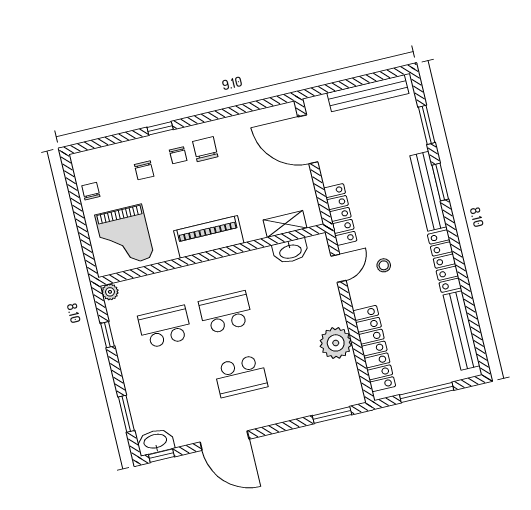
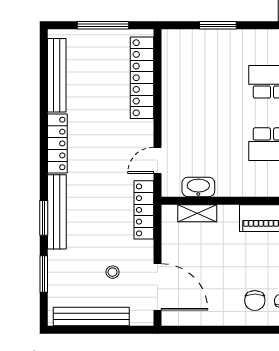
stool: (384, 265) -> (113, 272), moved
plant: (336, 343) -> (176, 91), removed
window: (332, 415) -> (218, 25), moved

